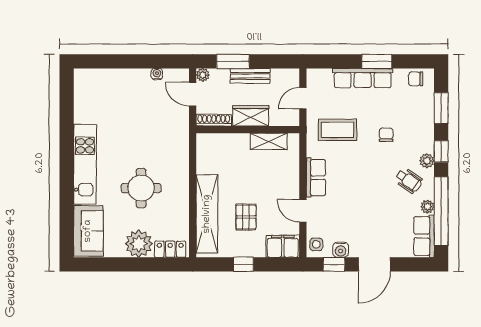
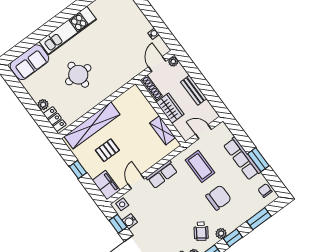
window: (233, 61) -> (195, 74), removed
chair: (386, 135) -> (219, 198), width x1.87, depth x1.87
plant: (139, 244) -> (43, 105), width x0.53, depth x0.53

